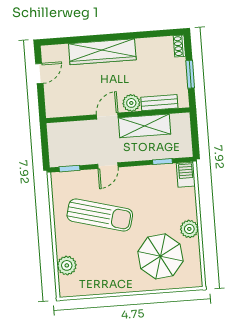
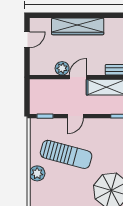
plant: (131, 103) -> (62, 68), moved
plant: (67, 265) -> (37, 173), moved

